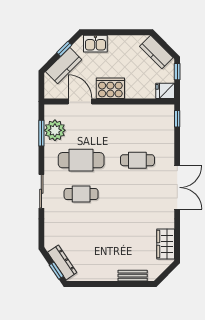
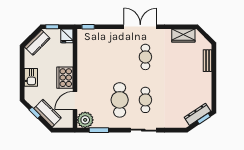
kitchen sink: (95, 44) -> (31, 77), moved
plant: (55, 130) -> (85, 120), moved
cafe table: (137, 160) -> (145, 57), moved

